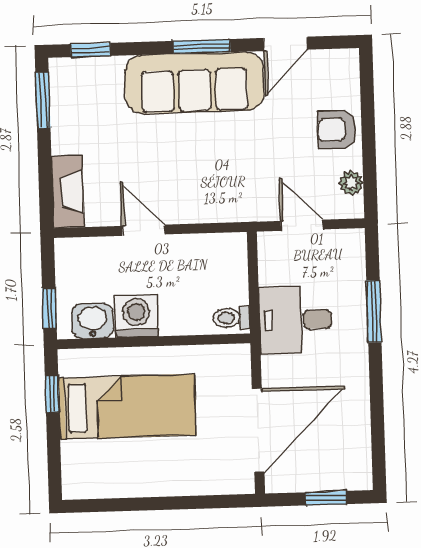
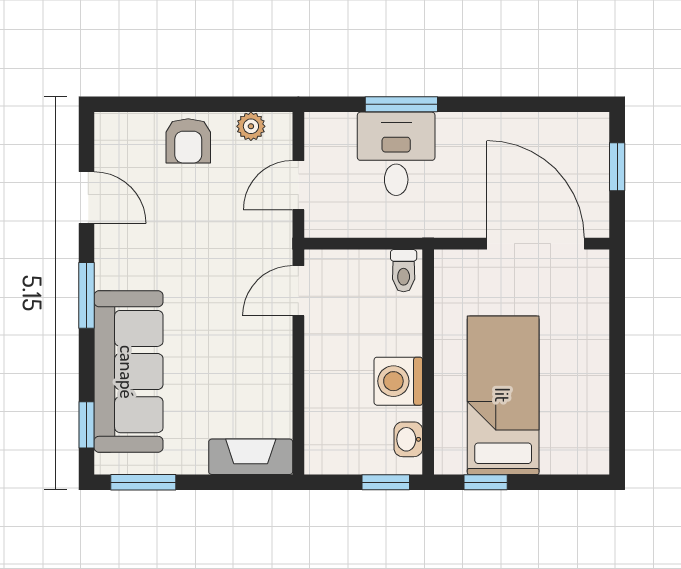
sofa: (194, 83) -> (128, 372), moved
door: (143, 230) -> (298, 291), moved
desk: (295, 320) -> (396, 154), moved, turned 180
washbasin: (92, 321) -> (408, 439), width x0.72, depth x0.69

